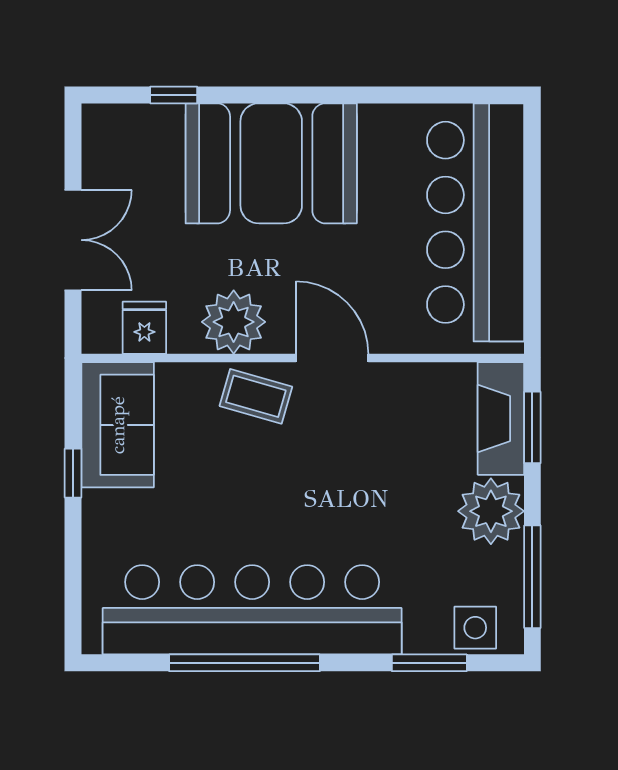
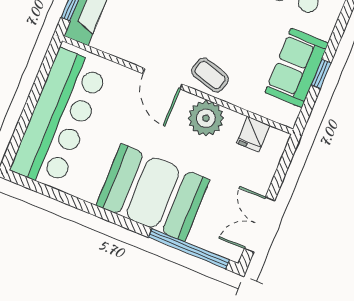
window: (174, 95) -> (189, 249), width x3.17
double door: (73, 240) -> (260, 225), moved
sofa: (118, 425) -> (297, 68), moved

